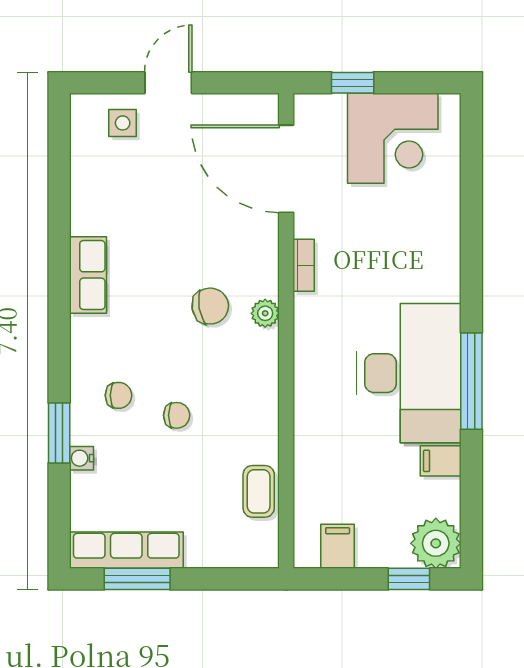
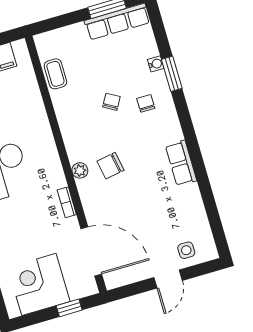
chair: (118, 395) -> (146, 103), turned 90
chair: (177, 415) -> (111, 102), turned 120

